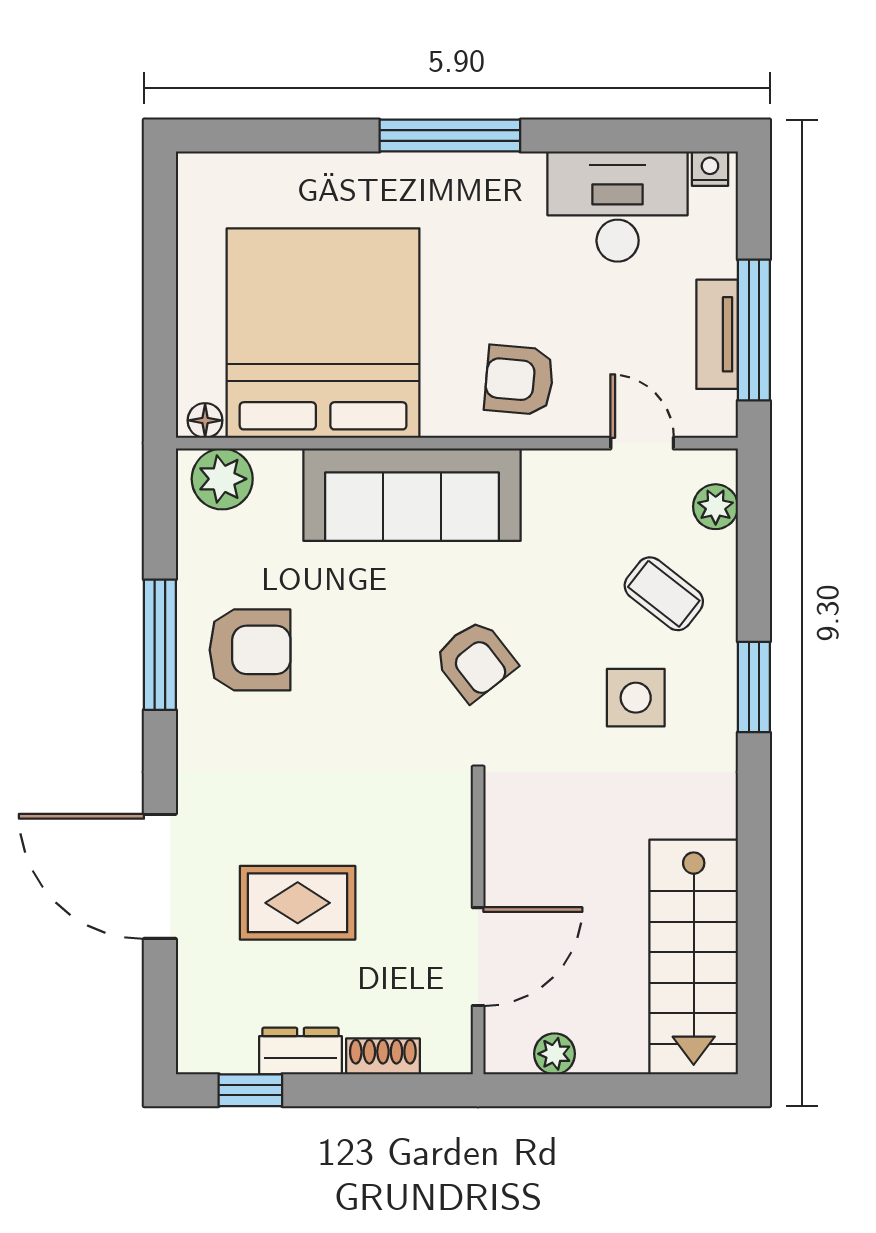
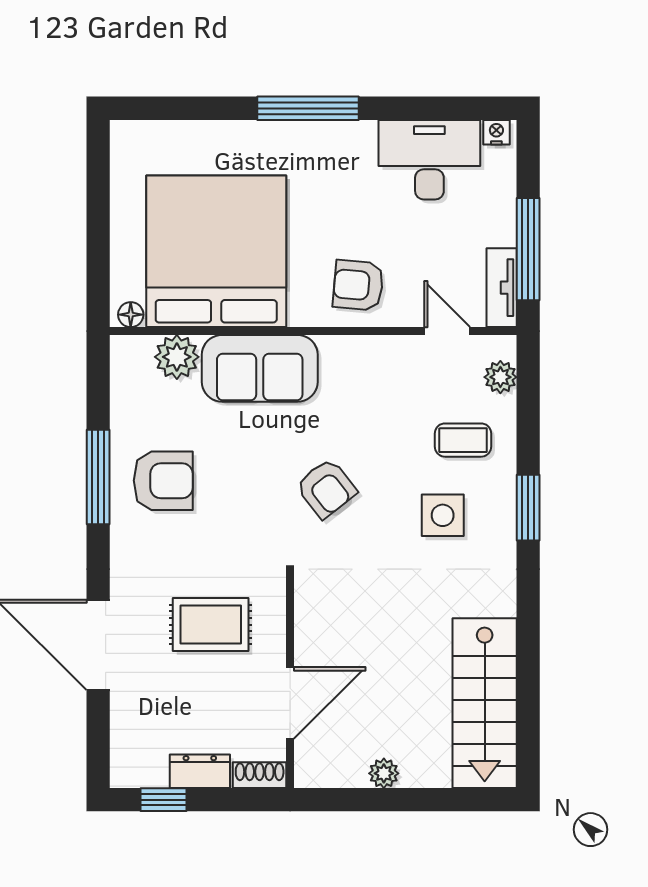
tv unit: (717, 334) -> (502, 288), moved
plant: (222, 479) -> (177, 357), moved
sofa: (412, 495) -> (260, 368), width x0.73
coffee table: (664, 594) -> (463, 440), turned -38
rug: (298, 903) -> (211, 625), moved
wall: (478, 926) -> (290, 681), moved
door: (478, 957) -> (290, 703), moved

